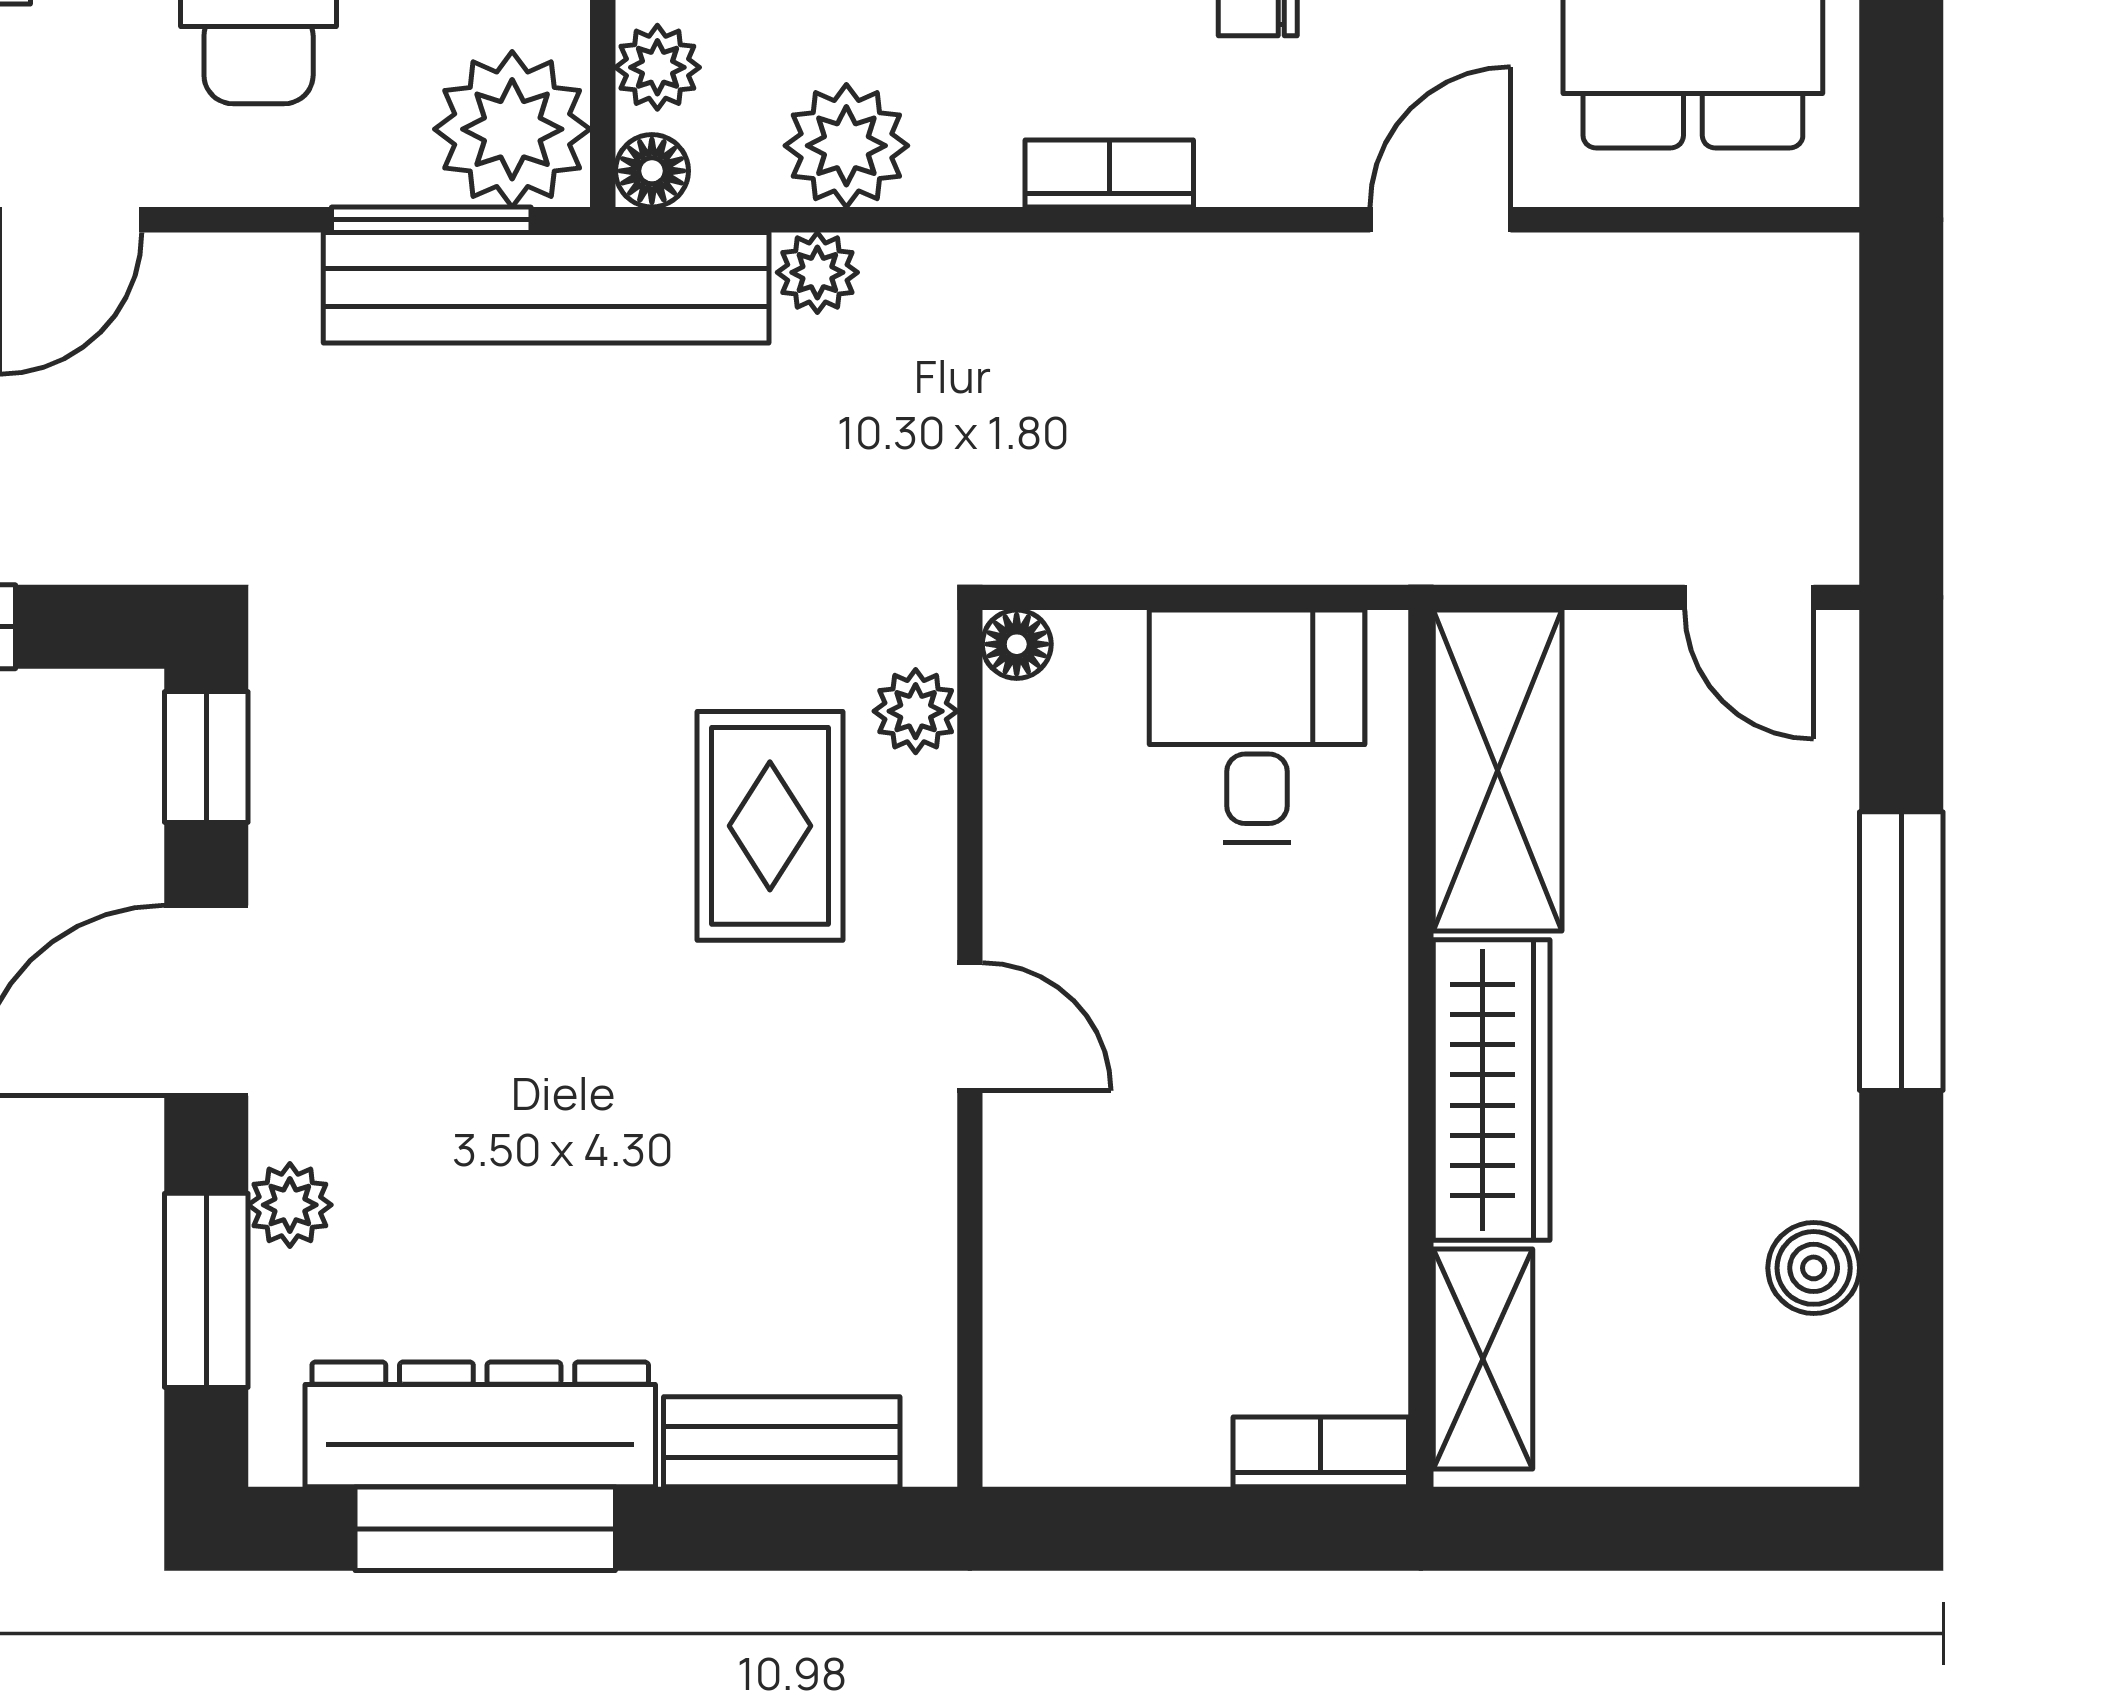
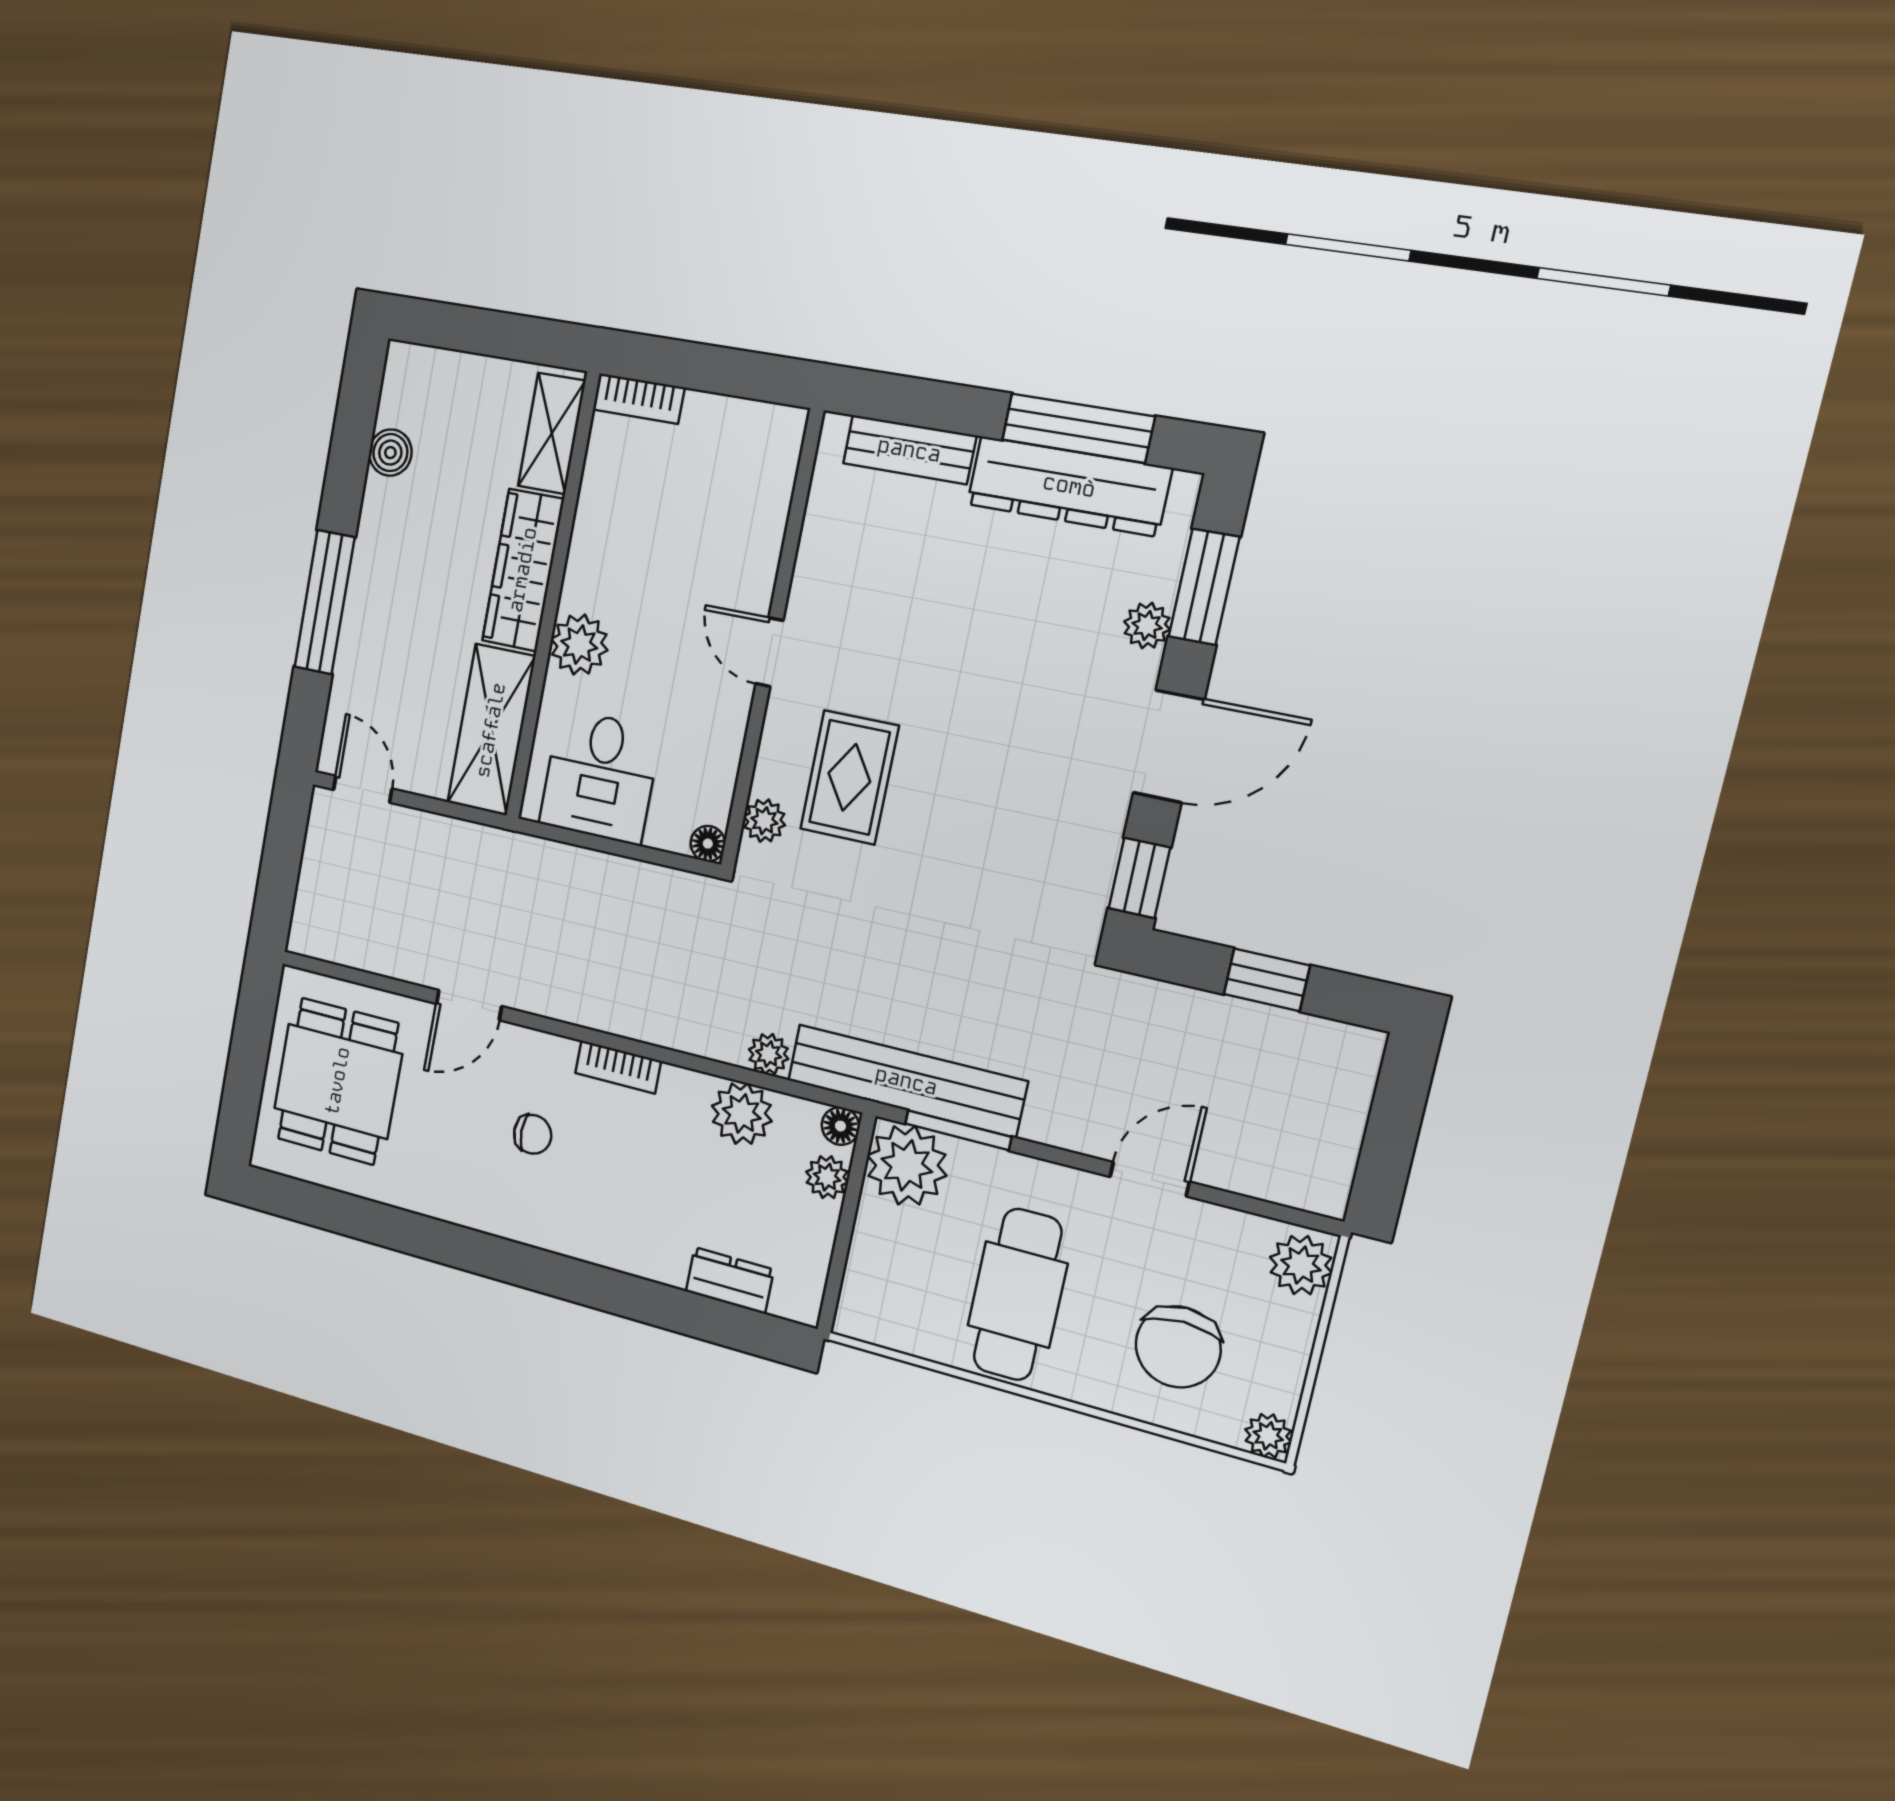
plant: (1349, 969) -> (579, 645), added

